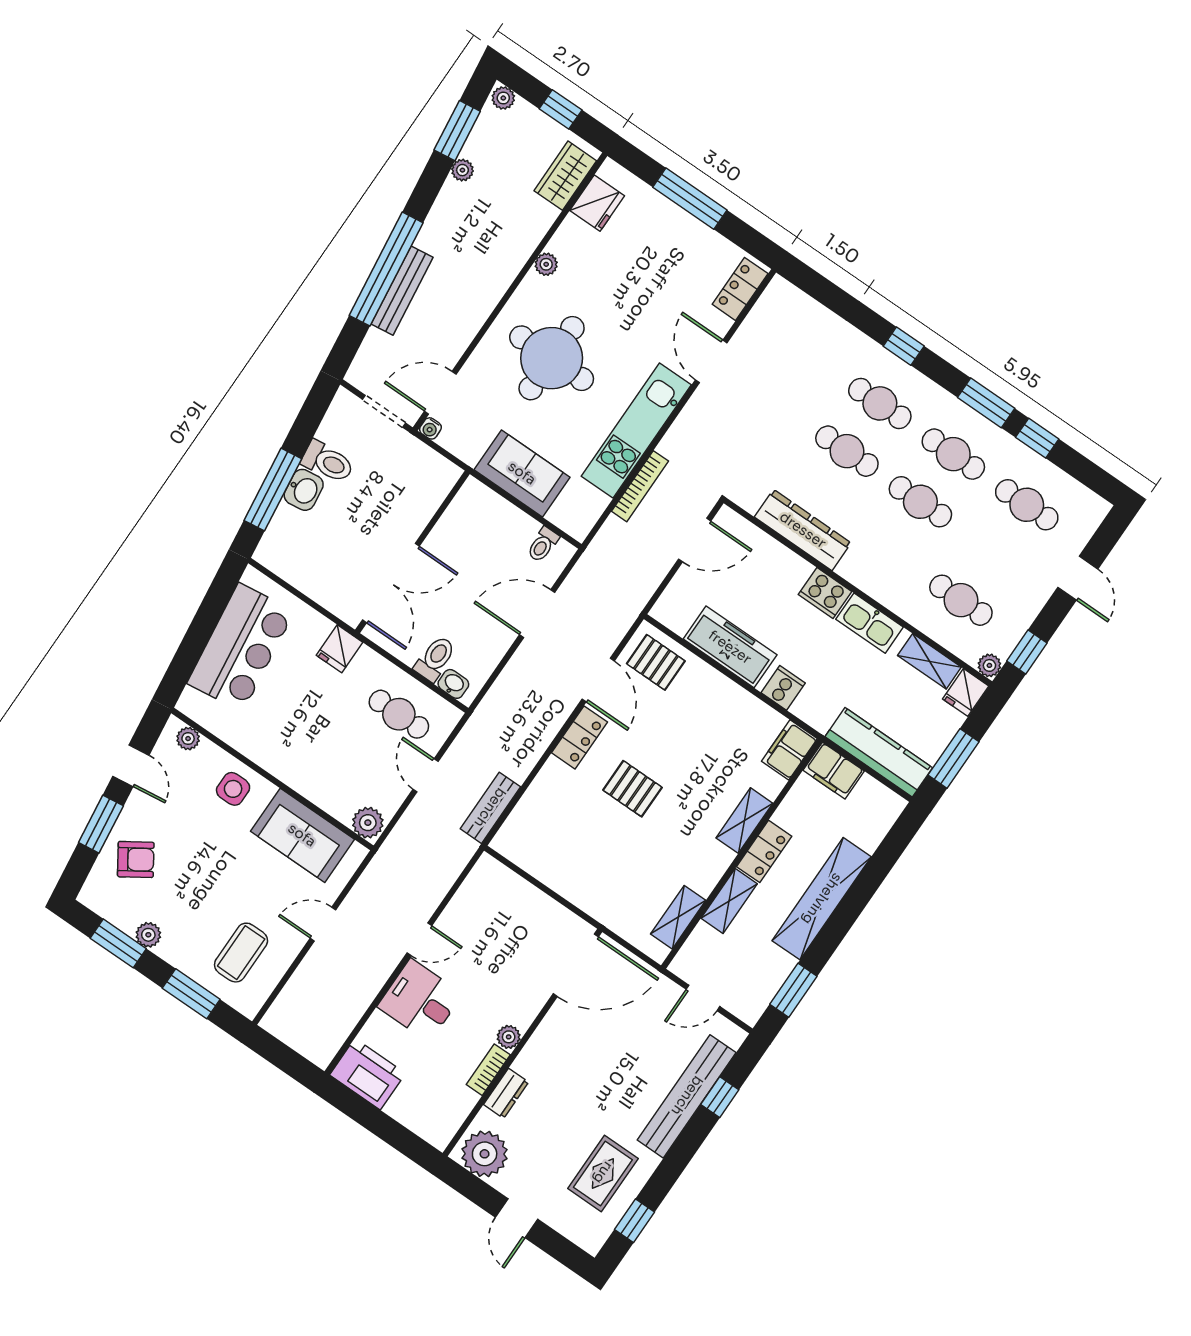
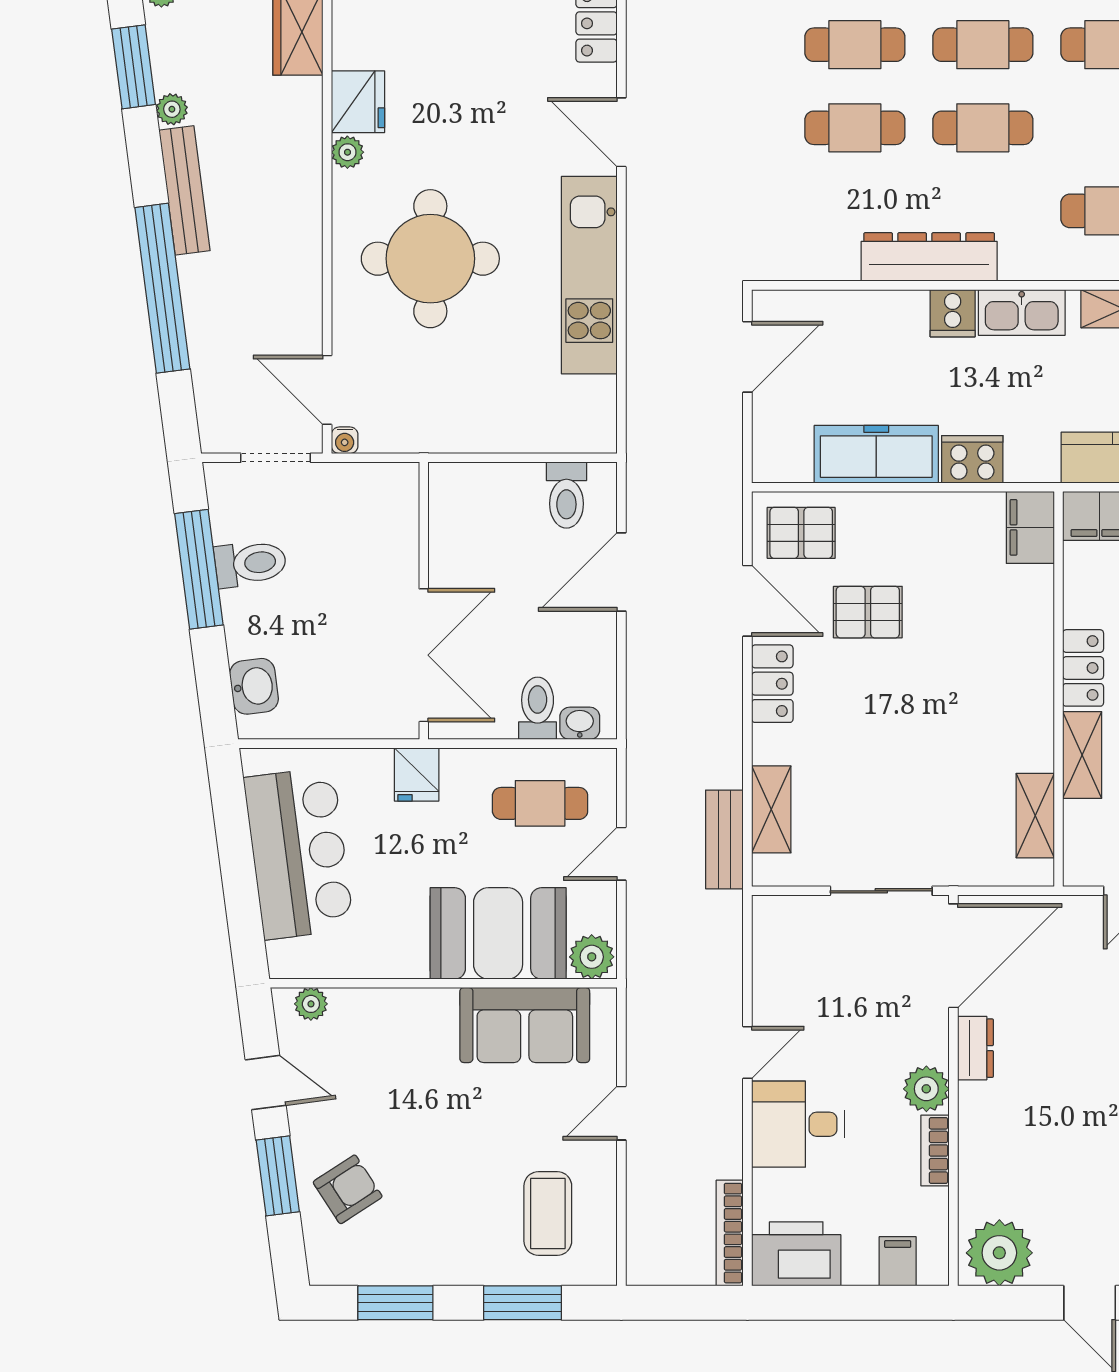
fridge: (597, 203) -> (358, 102), moved
bench: (402, 291) -> (184, 190), moved
door: (440, 393) -> (327, 390), hinge flipped
sofa: (522, 473) -> (489, 419), removed
bookcase: (640, 486) -> (730, 1233), moved, turned 180
window: (273, 490) -> (199, 569), moved
washbasin: (304, 490) -> (254, 686), moved
dresser: (803, 530) -> (929, 257), moved
toilet: (543, 545) -> (566, 495), width x1.37, depth x1.39
cooker: (825, 593) -> (953, 313), width x0.73
cooker: (783, 688) -> (972, 459), width x1.36
booth: (323, 772) -> (498, 933), added
door: (426, 775) -> (621, 854), hinge flipped
side table: (233, 789) -> (405, 1027), removed
pallet: (632, 789) -> (868, 612), moved
shelving: (744, 821) -> (771, 809), moved
sliding door: (560, 899) -> (881, 891), added
plant: (148, 935) -> (424, 1268), removed
plant: (509, 1037) -> (926, 1089), width x1.38, depth x1.38
dresser: (506, 1093) -> (975, 1048), moved
filing cabinet: (423, 1118) -> (898, 1261), added

